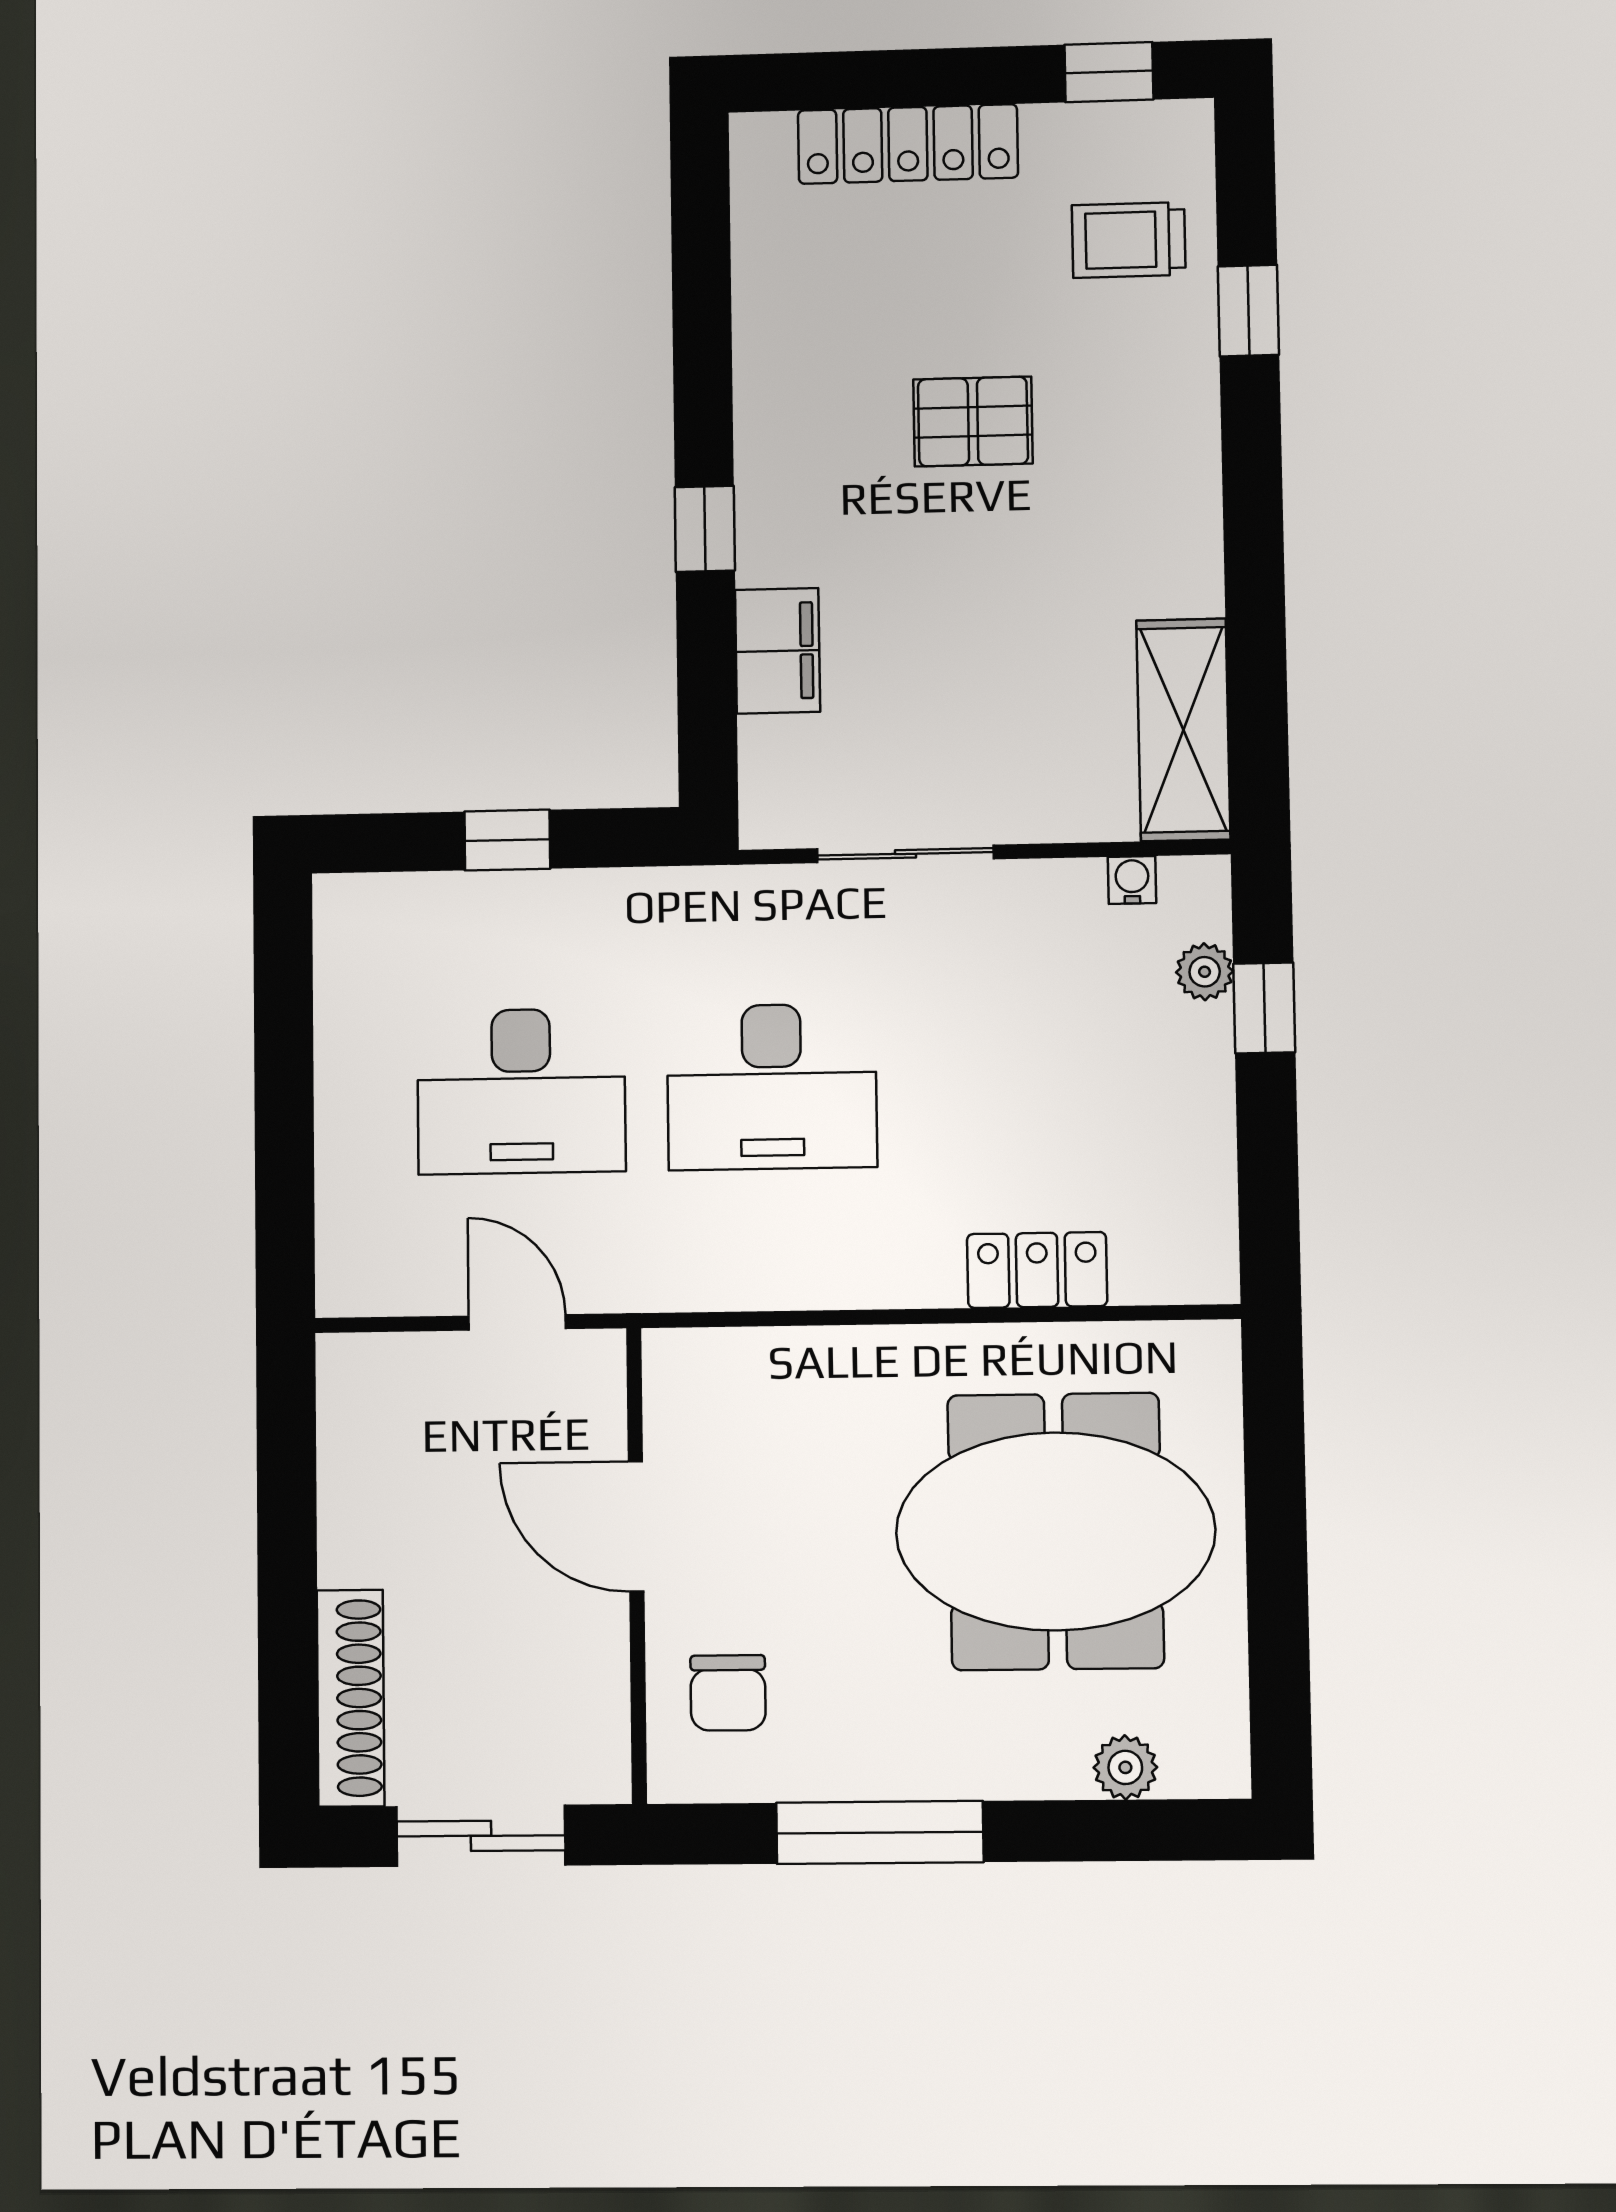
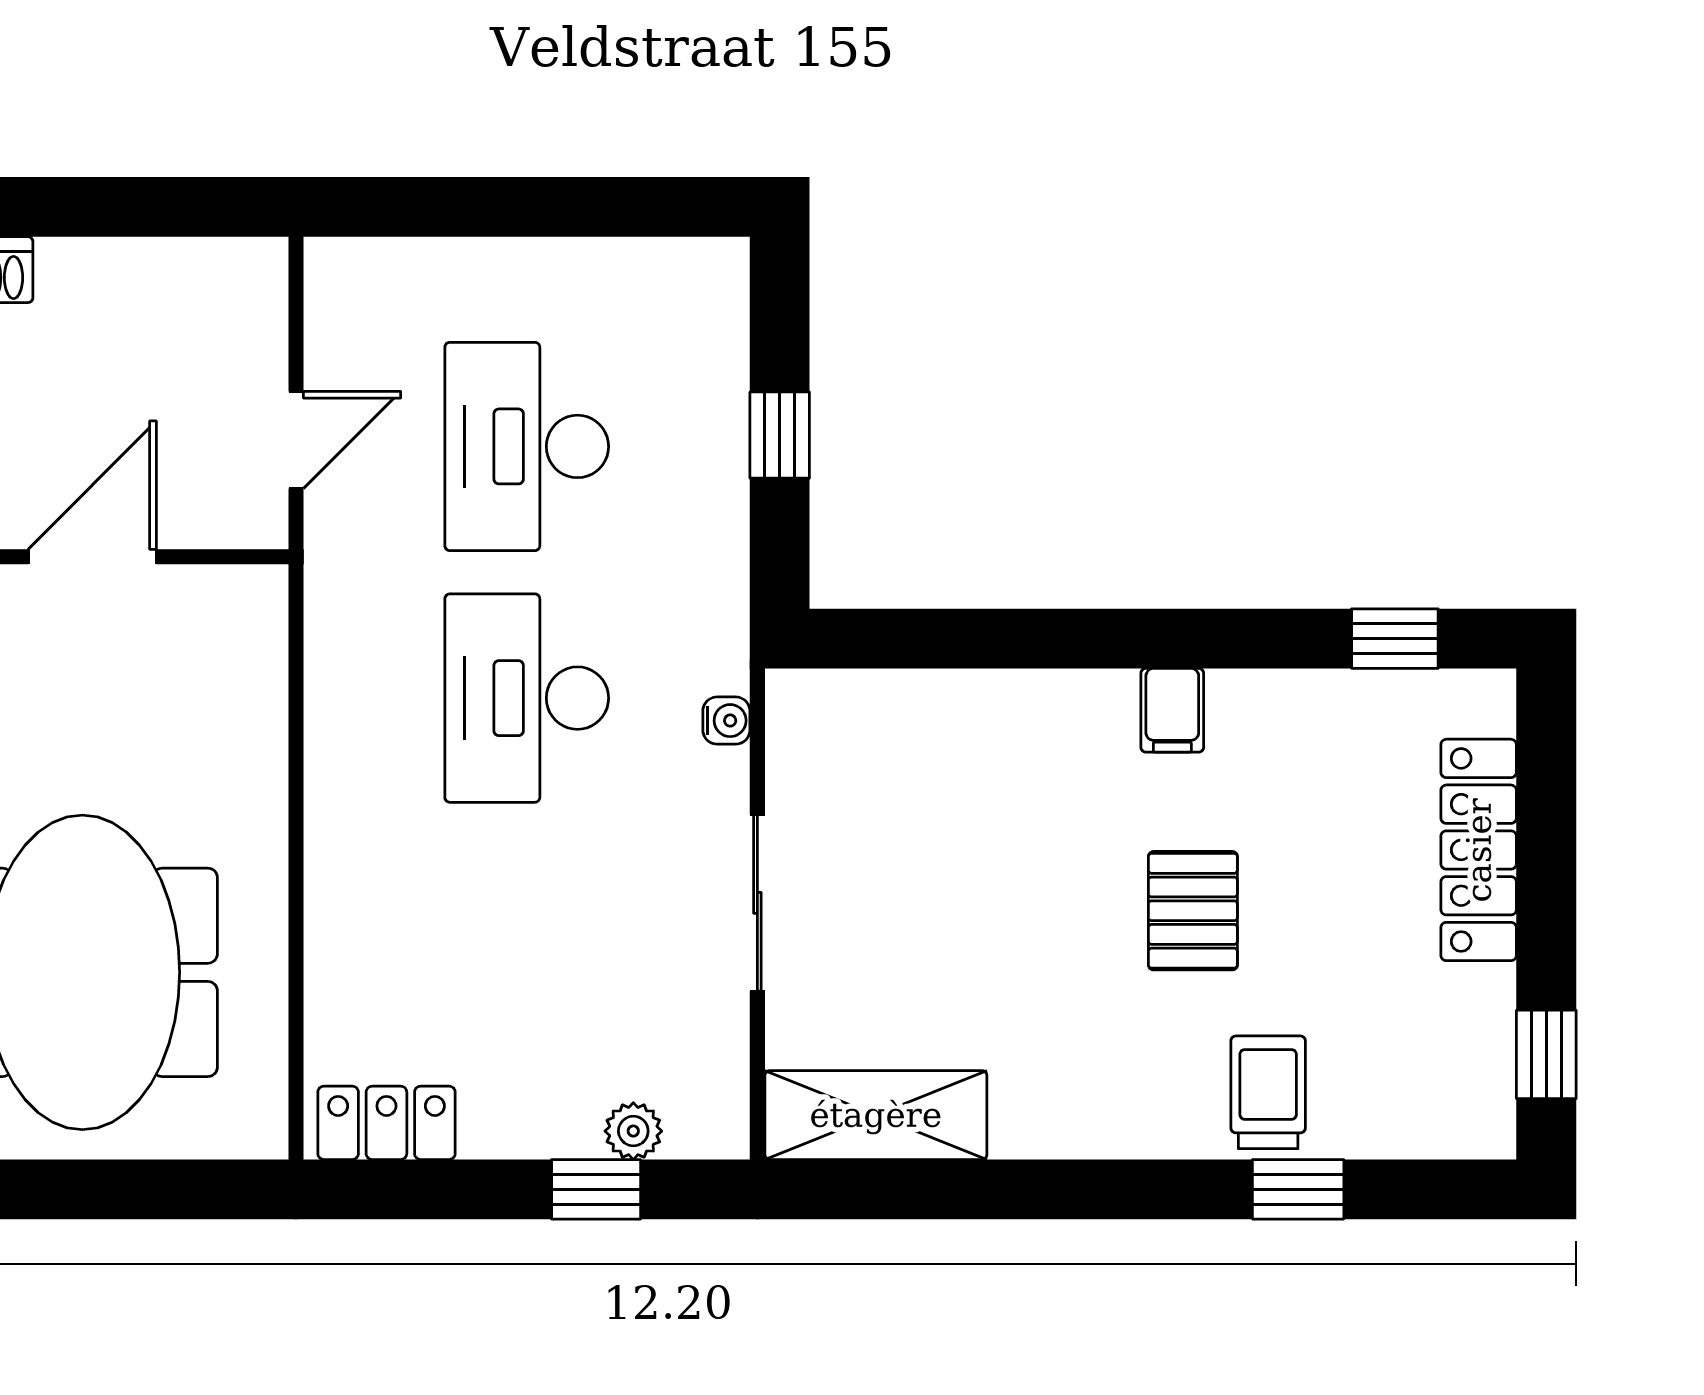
trolley: (1129, 240) -> (1268, 1092), moved
window: (705, 529) -> (1395, 639), moved
filing cabinet: (778, 651) -> (1172, 710), moved, width x0.50
sliding door: (905, 854) -> (757, 903), moved
water cooler: (1132, 880) -> (726, 721), moved
locker: (1037, 1270) -> (386, 1123), moved, turned -90

